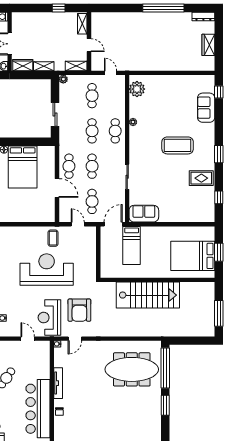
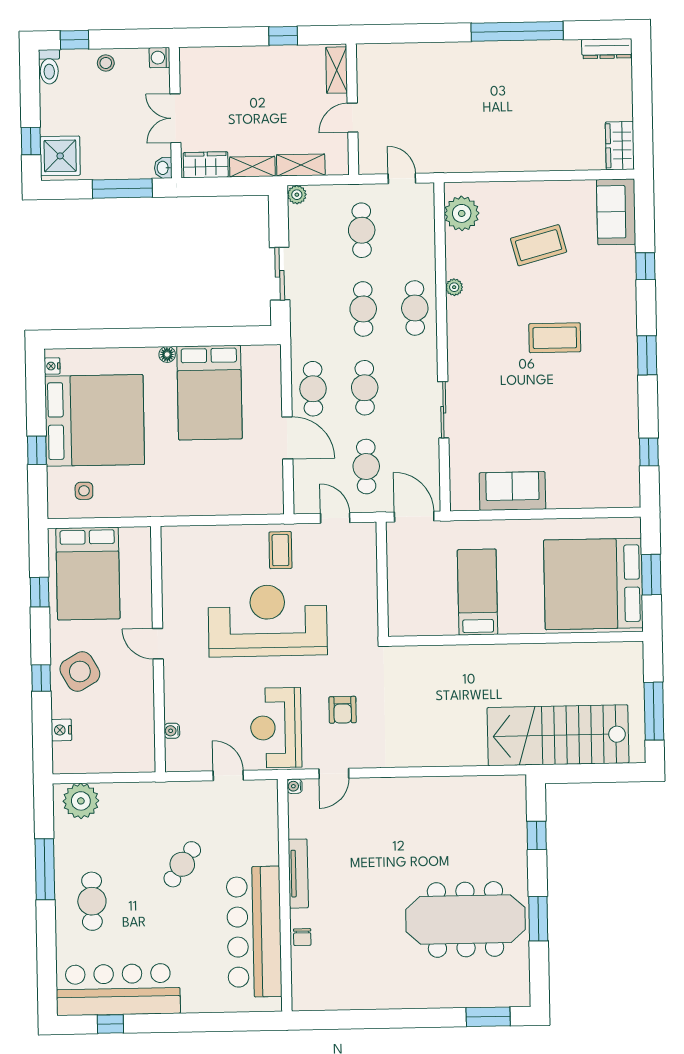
door: (89, 45) -> (353, 118), swing flipped
wardrobe: (208, 45) -> (620, 146), moved
shelving: (76, 66) -> (301, 165), moved
window: (219, 92) -> (645, 266), moved
coffee table: (171, 104) -> (539, 245), added
sofa: (206, 108) -> (616, 212), moved
coffee table: (178, 145) -> (555, 338), width x0.73, depth x0.76
rug: (201, 178) -> (609, 410), removed
sofa: (144, 214) -> (512, 491), moved
door: (113, 224) -> (414, 517), hinge flipped
bed: (132, 245) -> (477, 592), moved, turned 180
bed: (193, 256) -> (593, 584), width x1.36
stairs: (148, 295) -> (558, 735), moved, turned 180
armchair: (79, 310) -> (343, 710), width x0.53, depth x0.53
window: (165, 368) -> (537, 835), width x0.32
meeting table: (132, 369) -> (465, 919), moved

